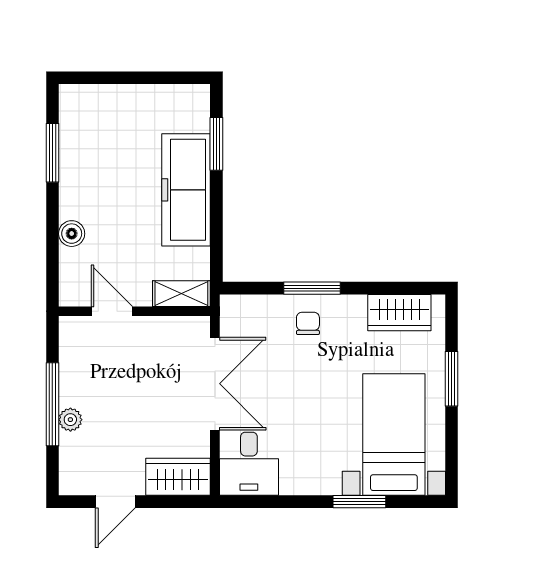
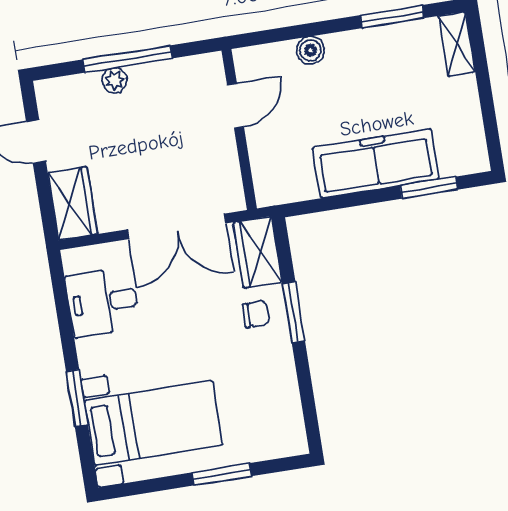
shelving: (181, 294) -> (457, 44), moved
wardrobe: (399, 313) -> (258, 252), moved
desk: (249, 464) -> (103, 302), moved

